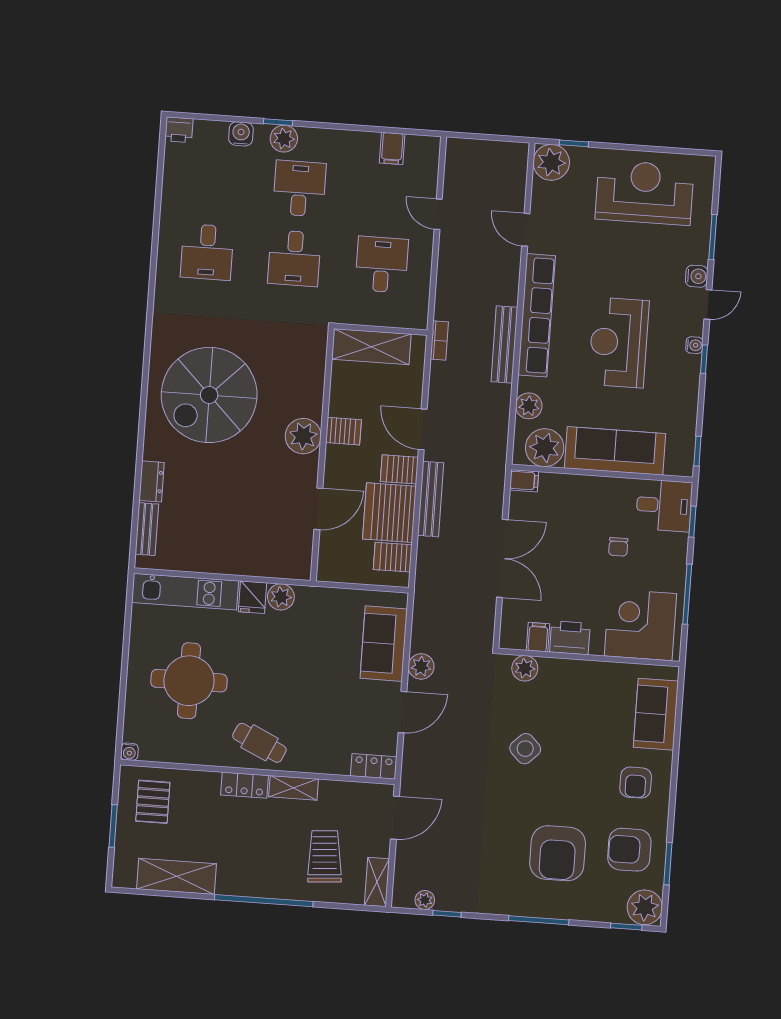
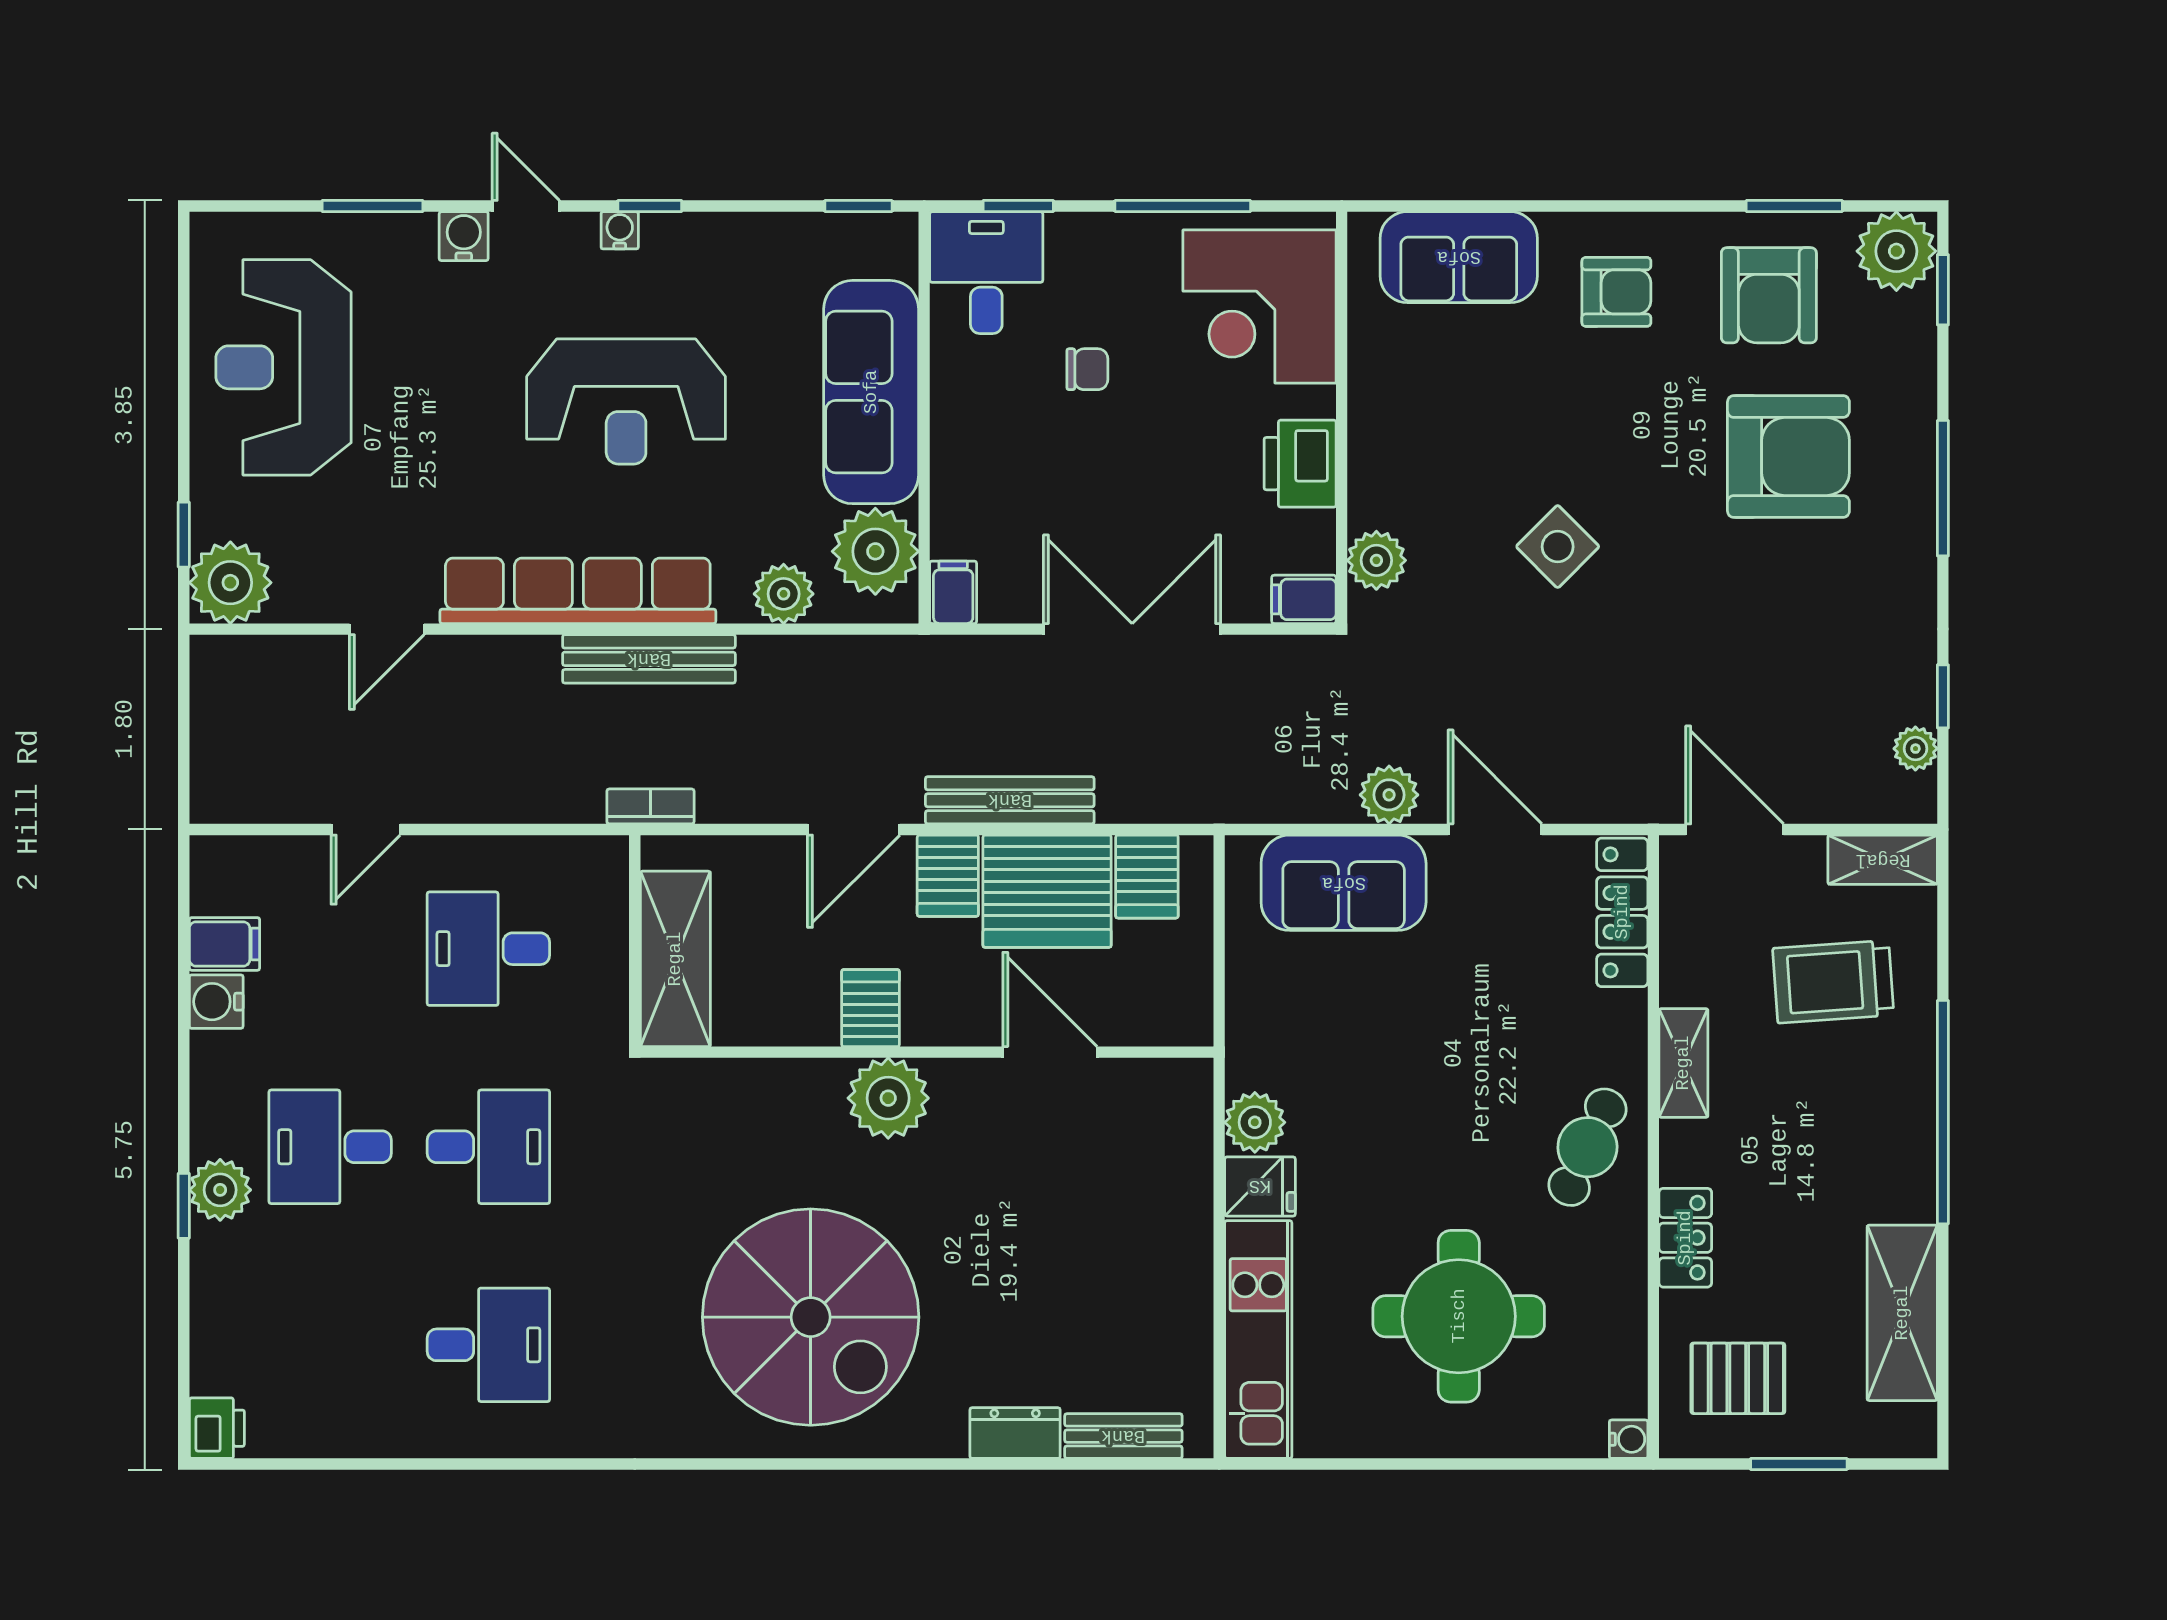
water cooler: (241, 134) -> (216, 1002), moved
filing cabinet: (538, 637) -> (1304, 599), moved
locker: (374, 766) -> (1622, 912), width x1.53
locker: (245, 785) -> (1685, 1238), moved

